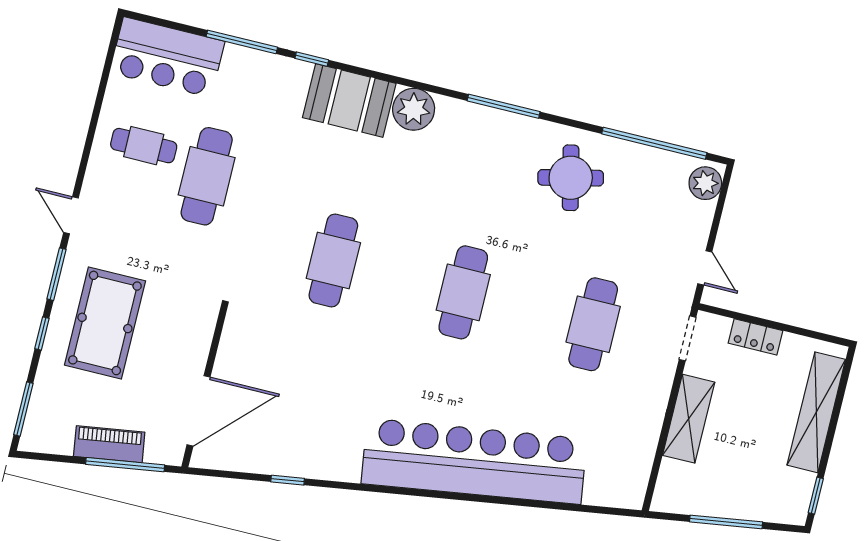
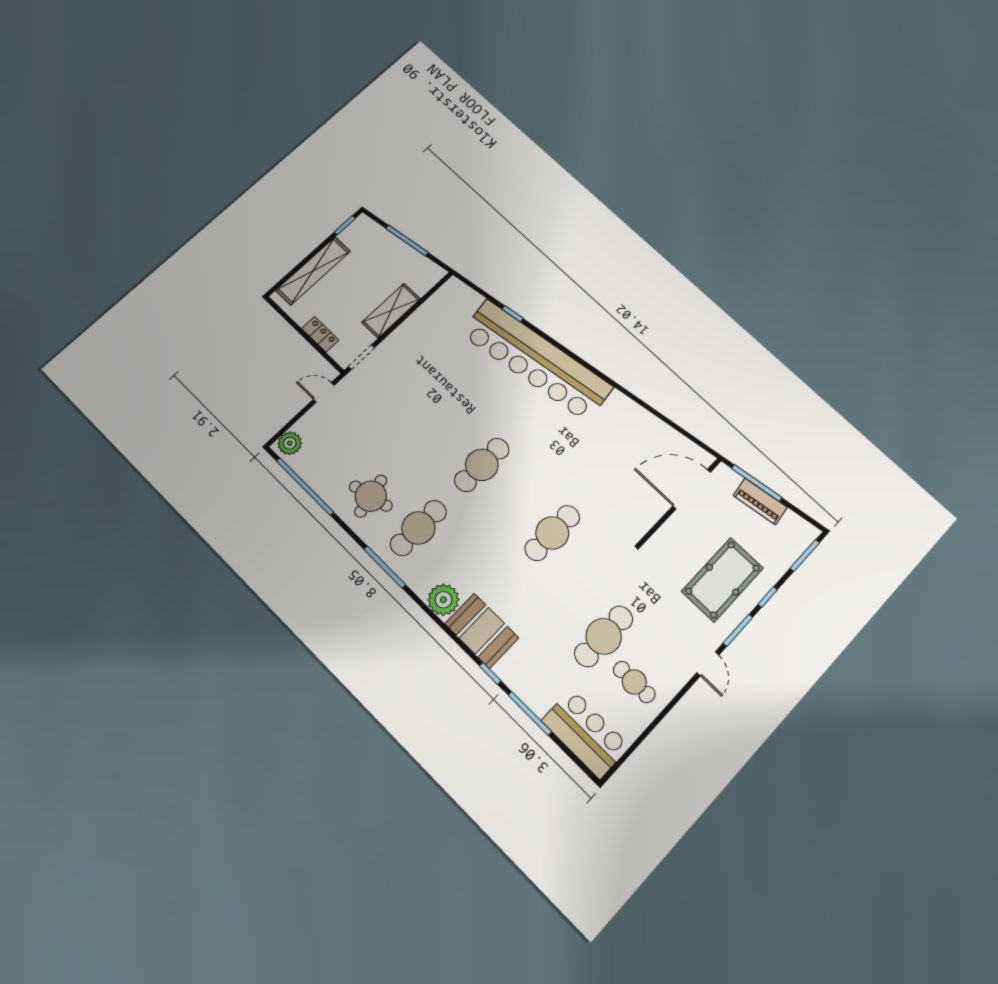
door: (705, 268) -> (324, 392), hinge flipped
cafe table: (593, 324) -> (418, 528), moved
window: (288, 480) -> (513, 314), moved

